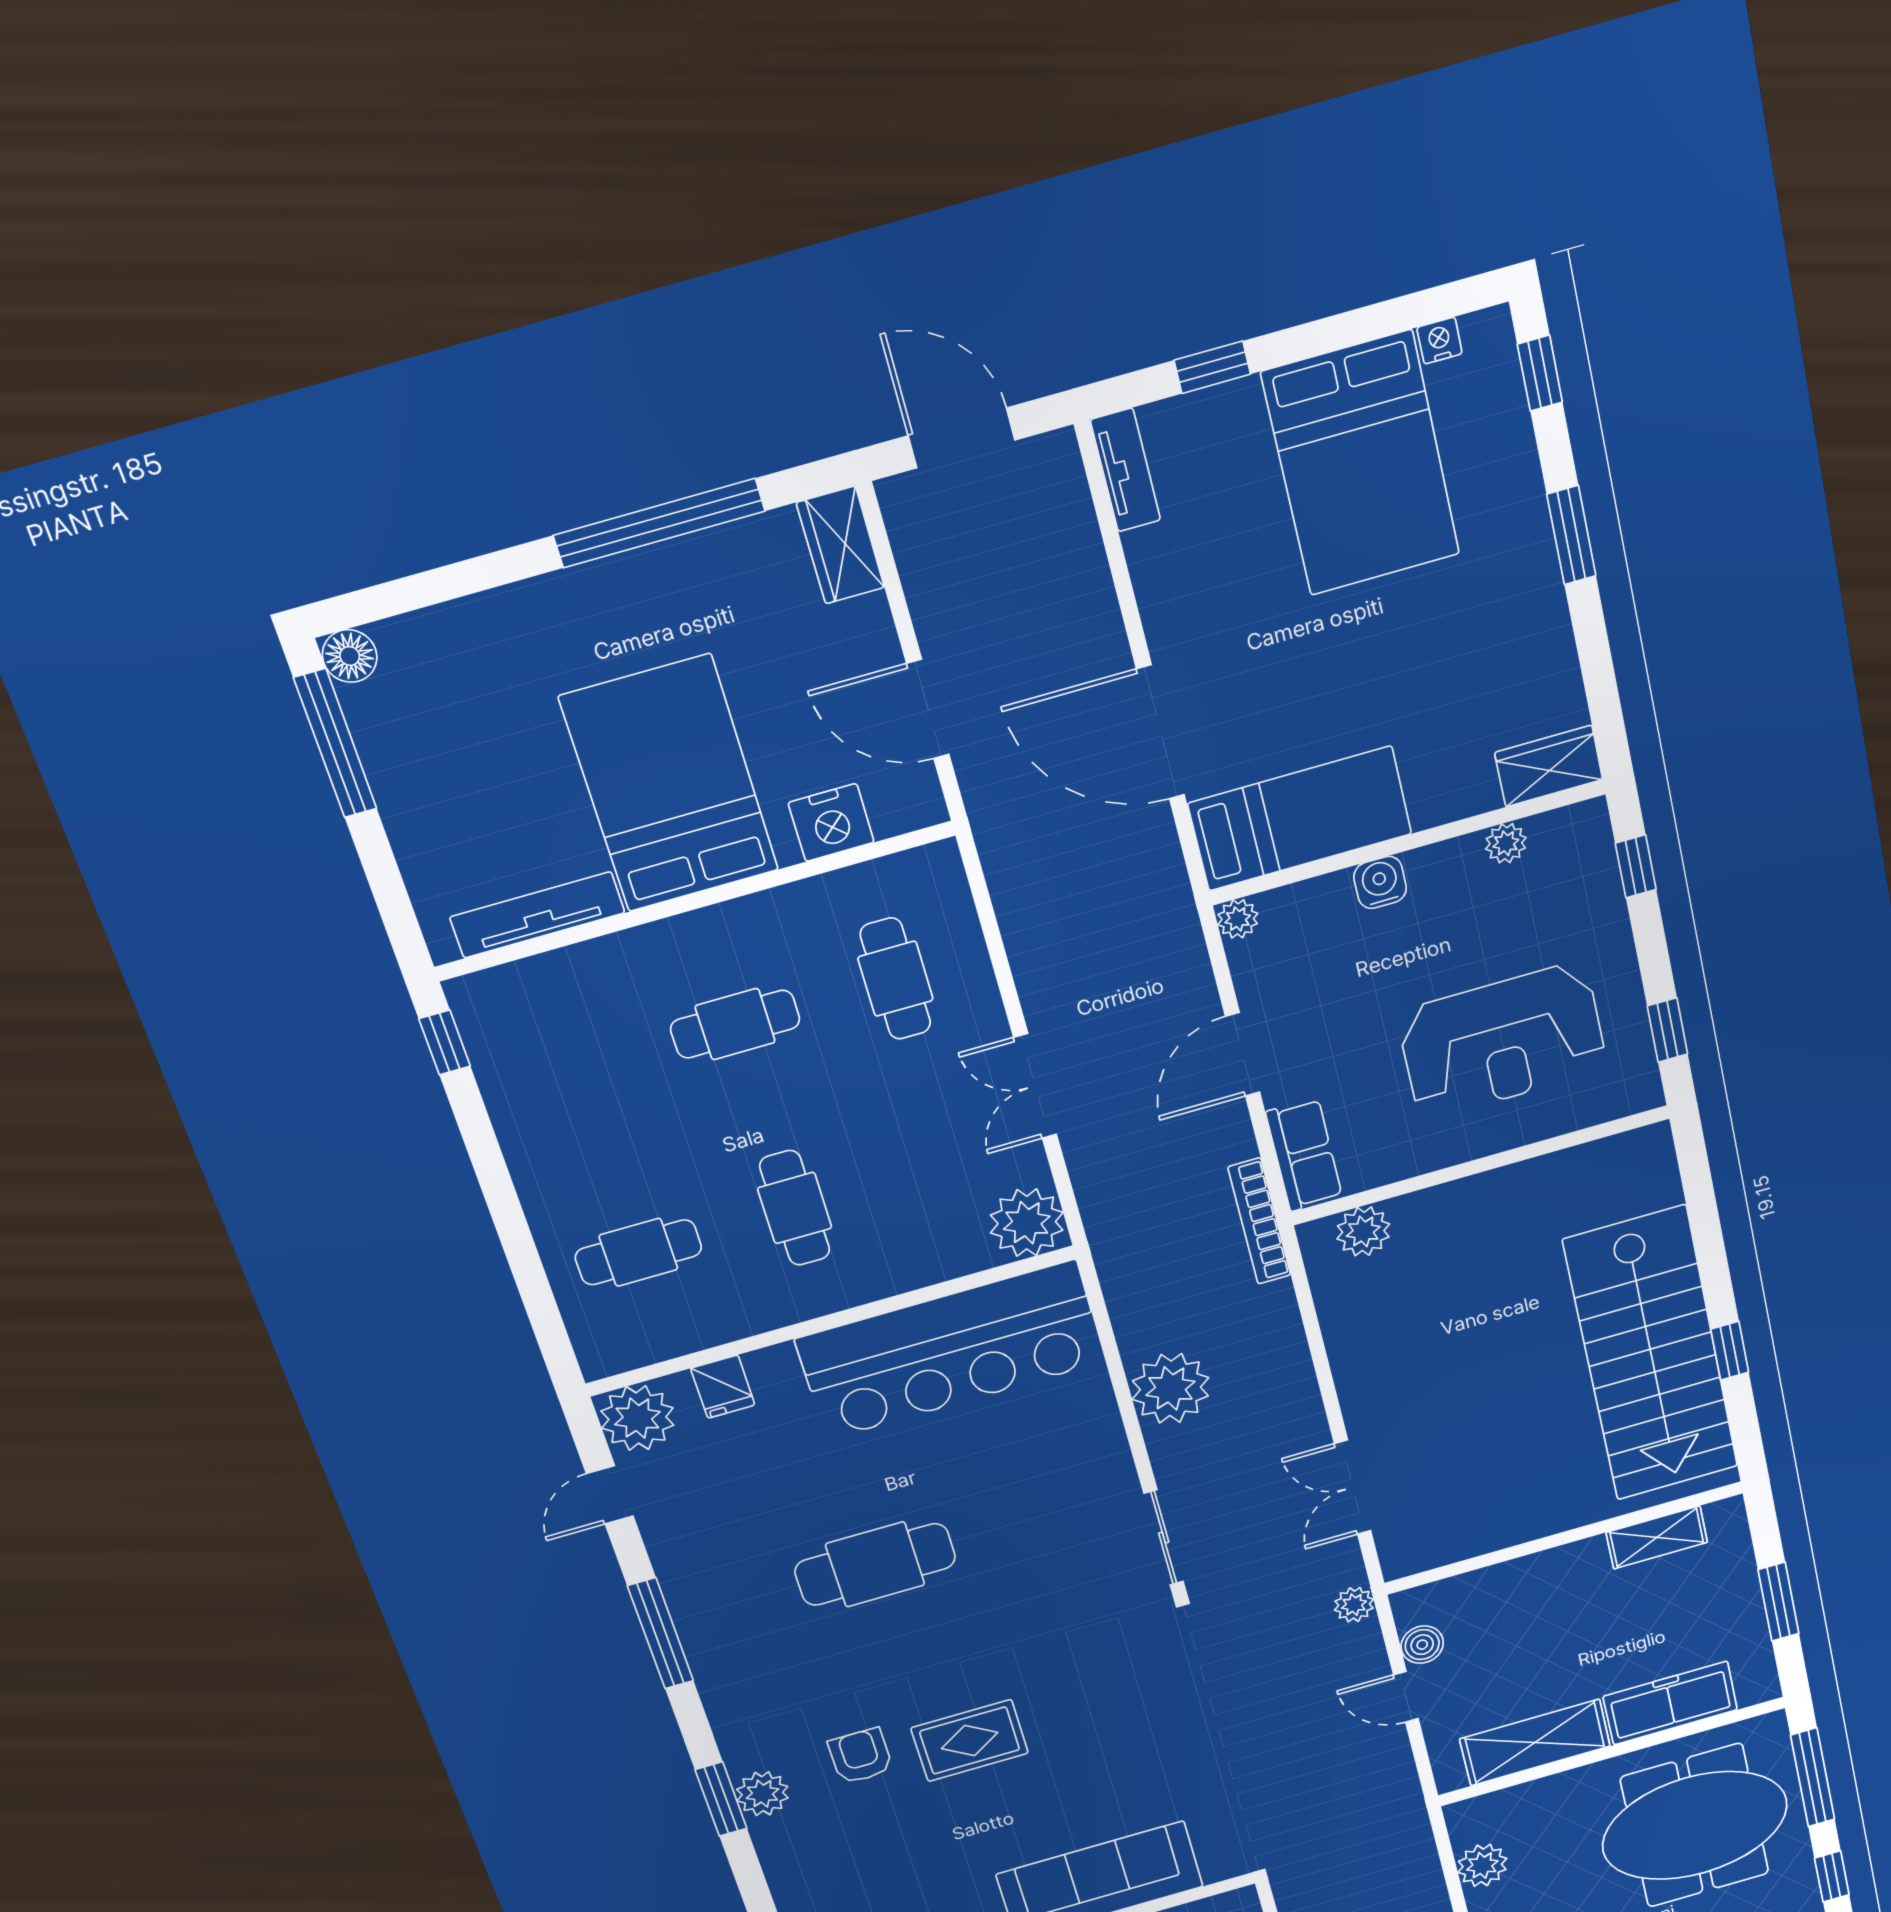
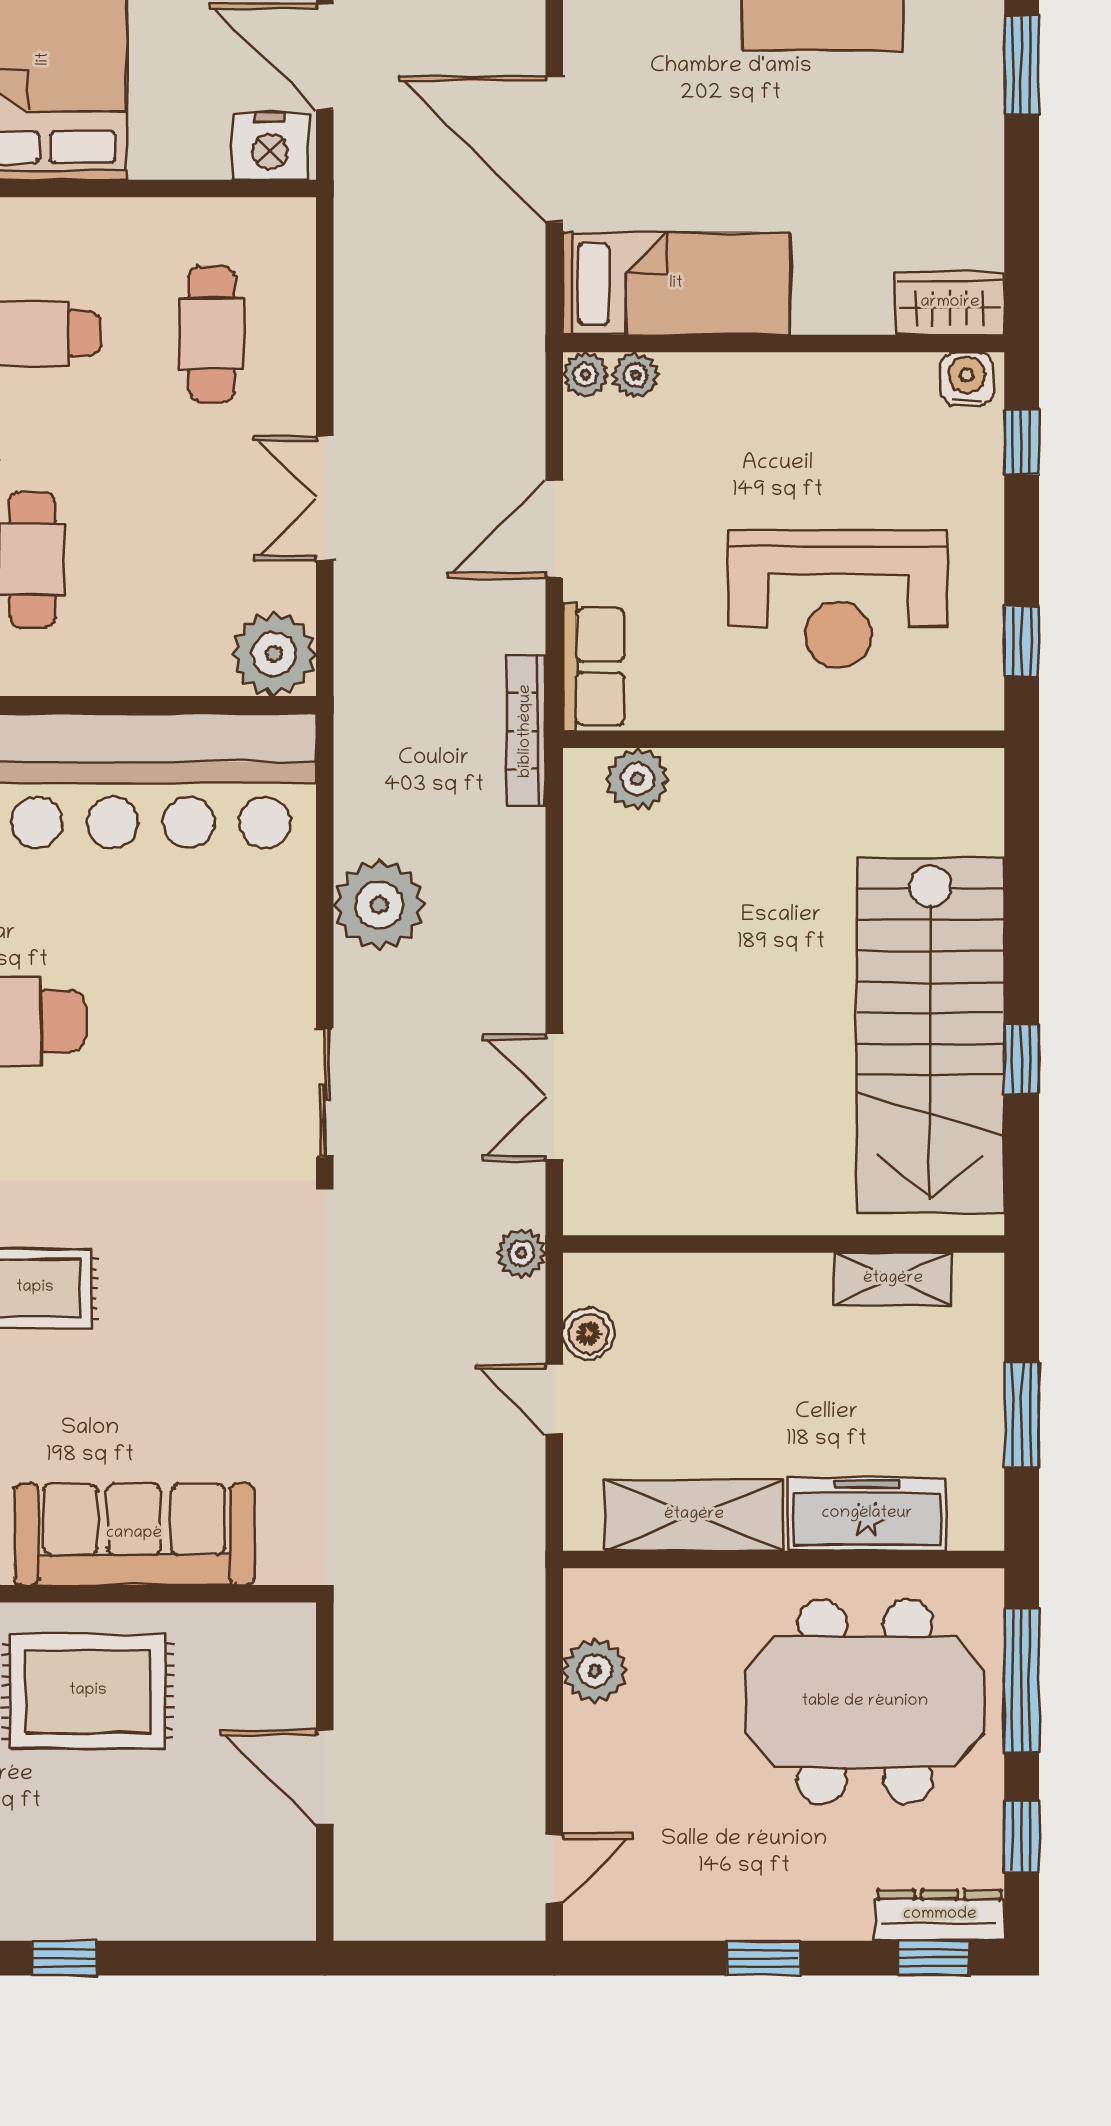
nightstand: (831, 823) -> (270, 146), moved
plant: (1506, 843) -> (635, 375), moved
water cooler: (1380, 882) -> (967, 379), moved

